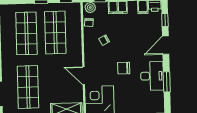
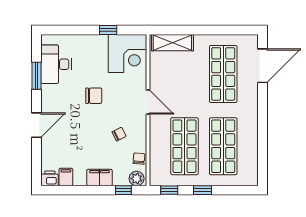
window: (165, 20) -> (37, 159), removed
door: (84, 76) -> (148, 102), moved
desk: (152, 76) -> (56, 64), moved

